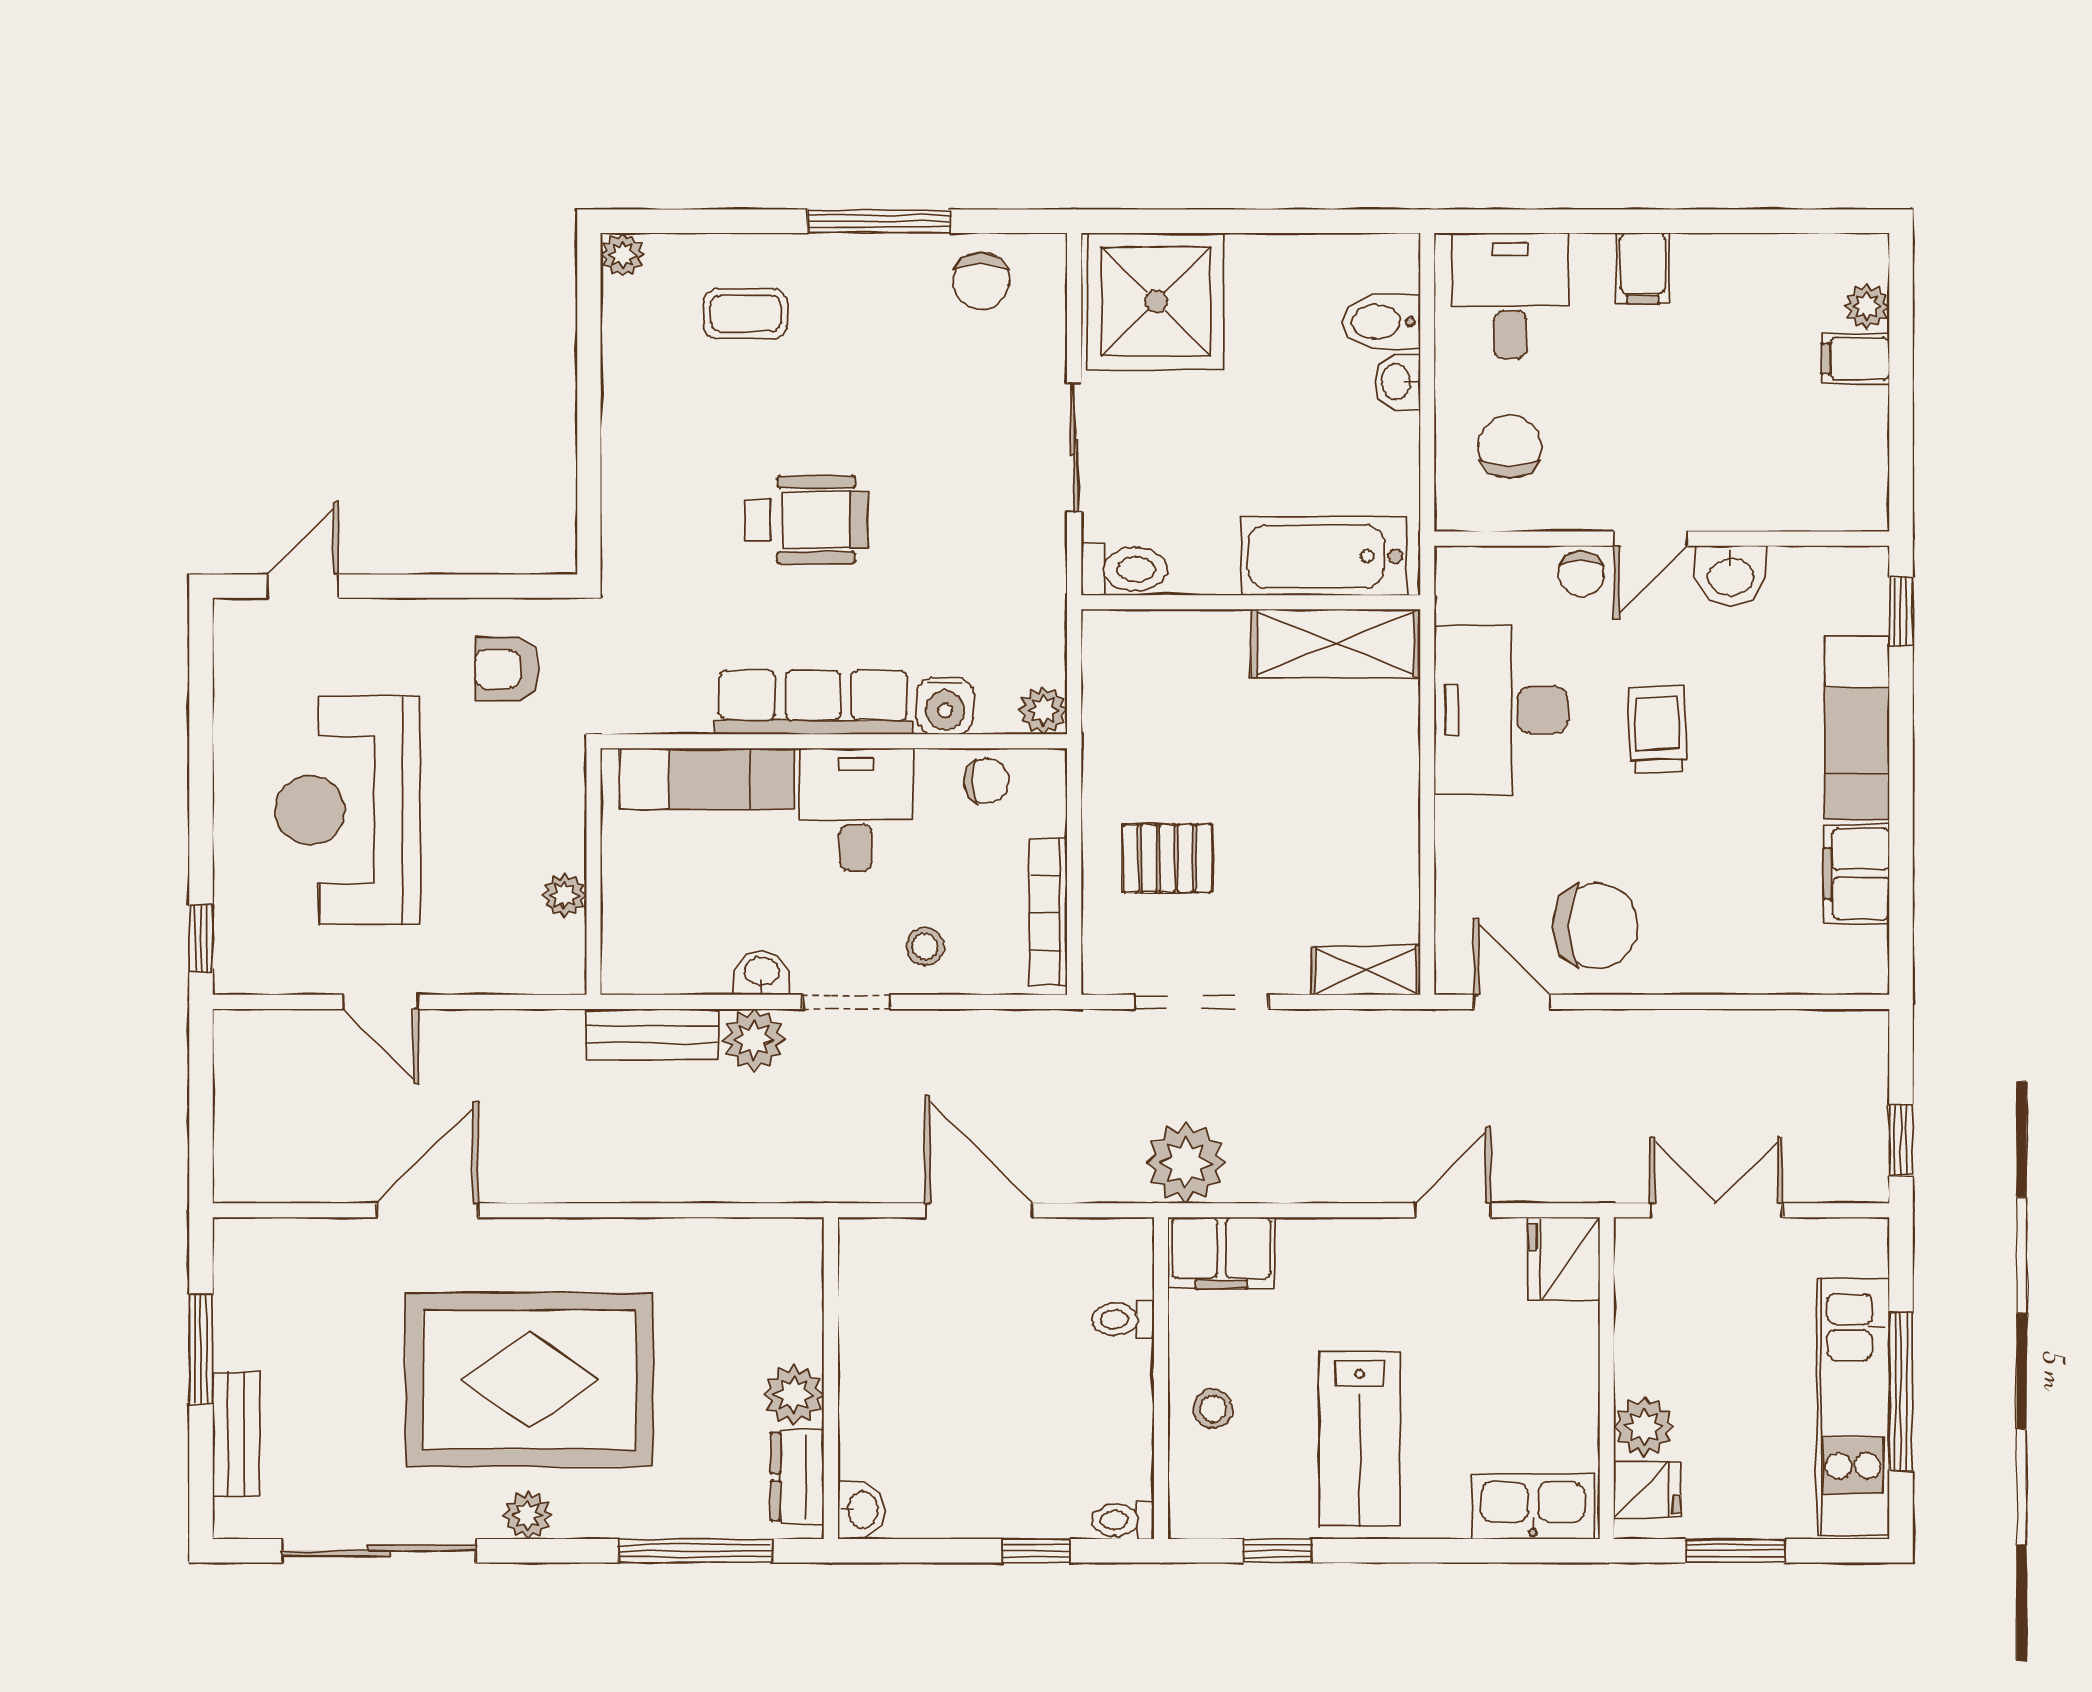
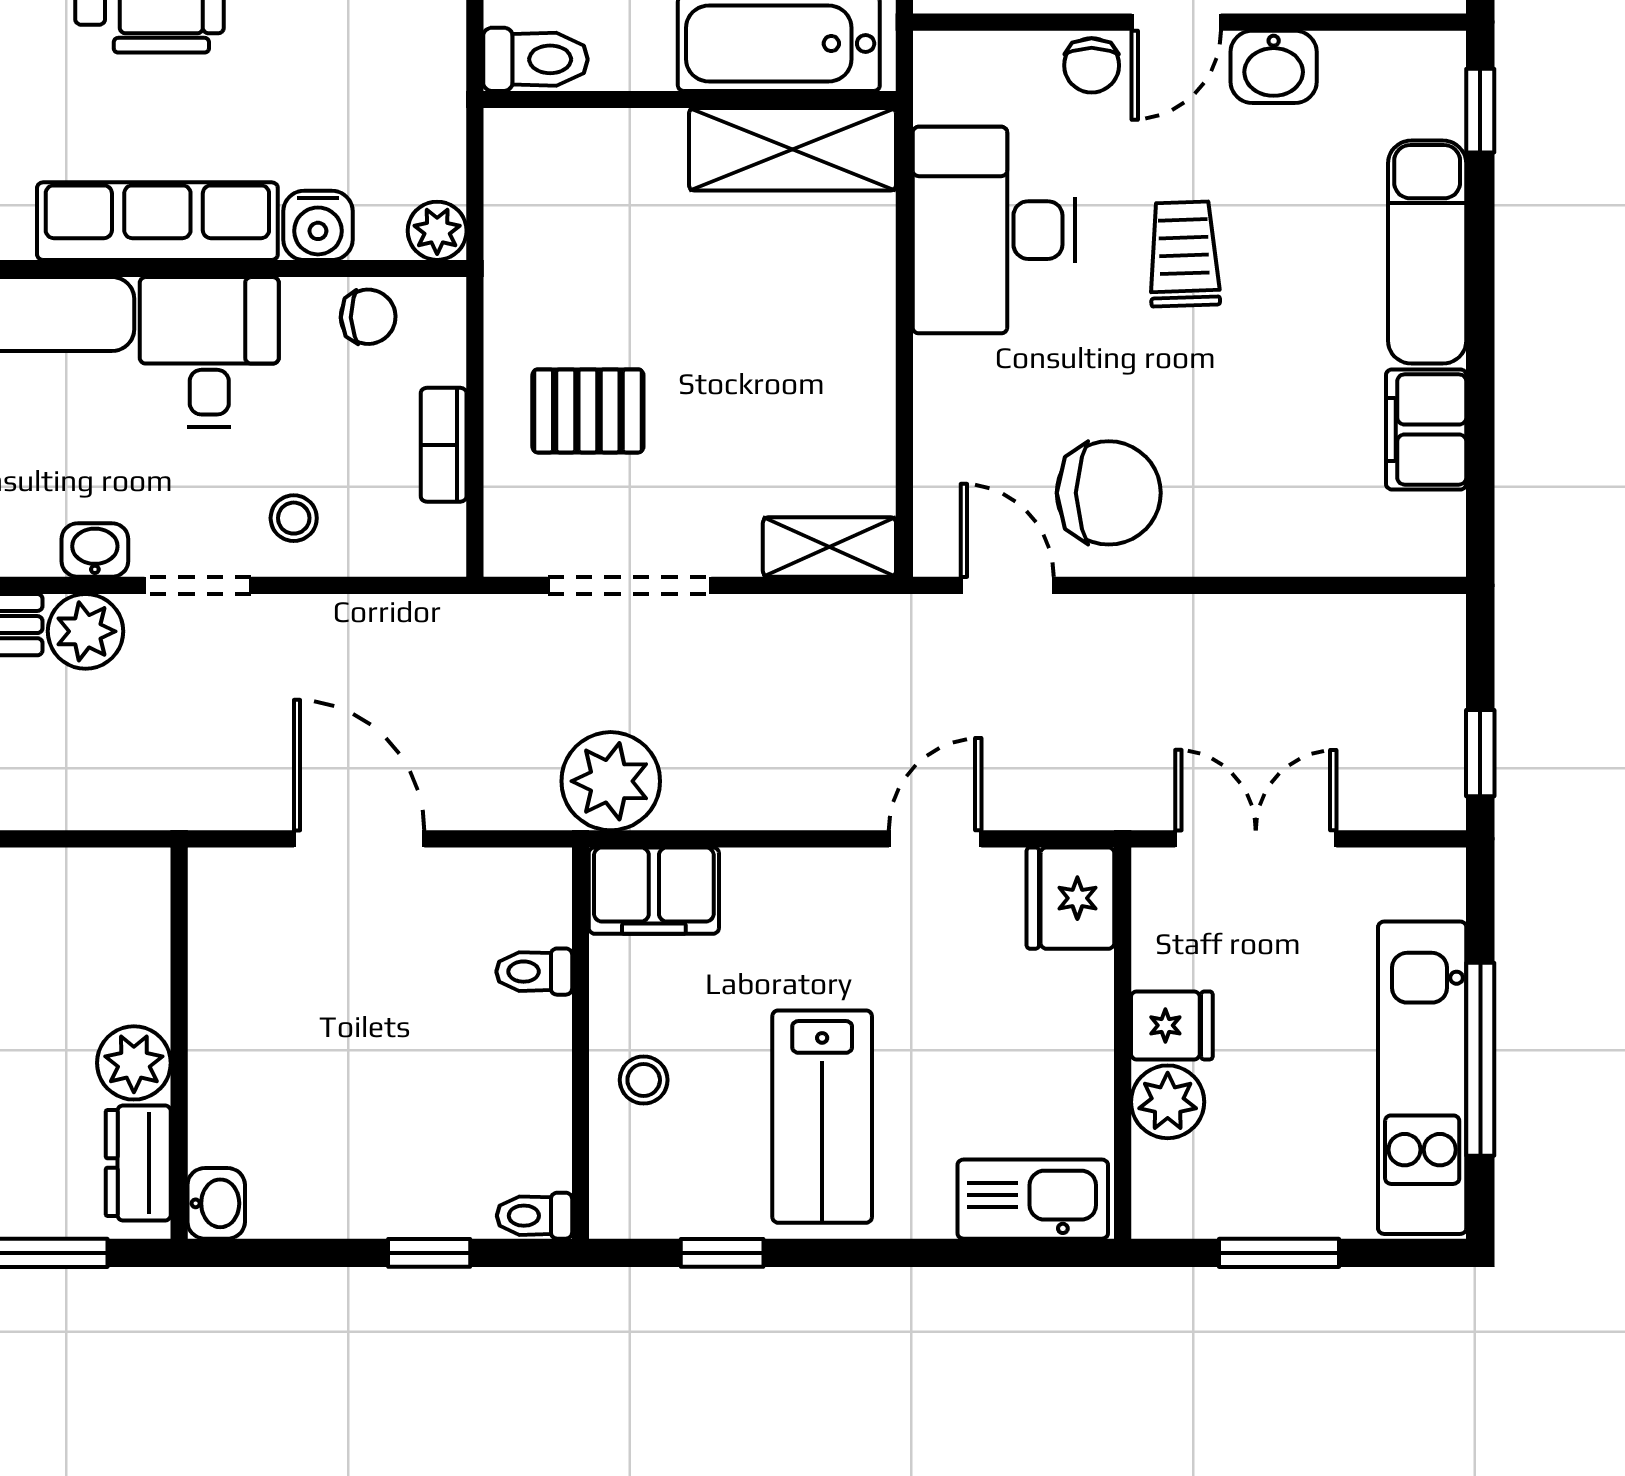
bookcase: (1048, 913) -> (444, 445), width x0.64
fridge: (1647, 1489) -> (1172, 1025), moved

